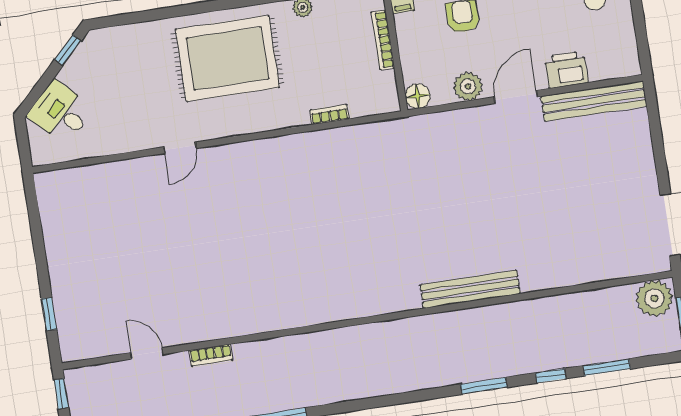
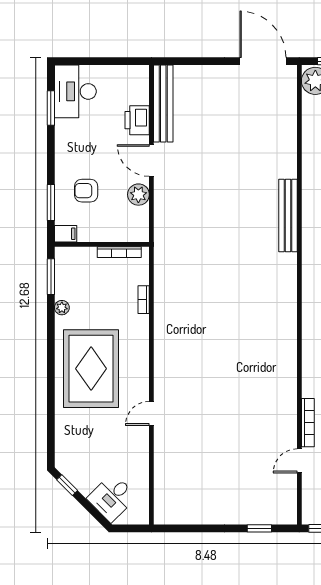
bookcase: (383, 40) -> (119, 252), moved
floor lamp: (418, 96) -> (140, 233), removed
door: (180, 148) -> (151, 413), swing flipped
bookcase: (211, 355) -> (308, 423), width x1.56

